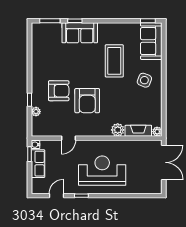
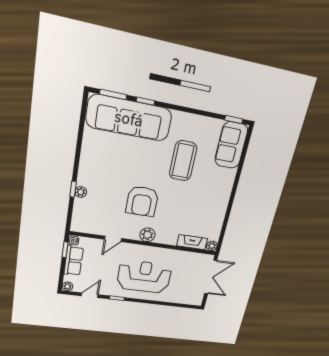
sofa: (80, 33) -> (129, 118), width x1.85, depth x1.27
side table: (144, 80) -> (212, 189), removed
armchair: (59, 91) -> (110, 184), removed
plant: (36, 112) -> (81, 192), moved
plant: (118, 130) -> (147, 235), moved
plant: (36, 189) -> (67, 286), added

